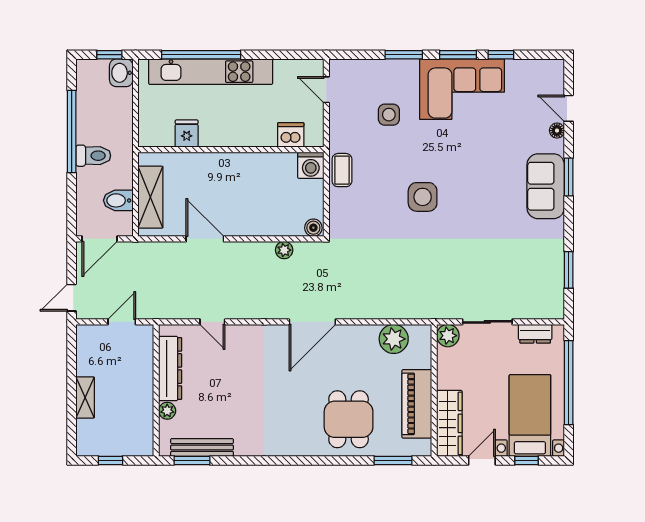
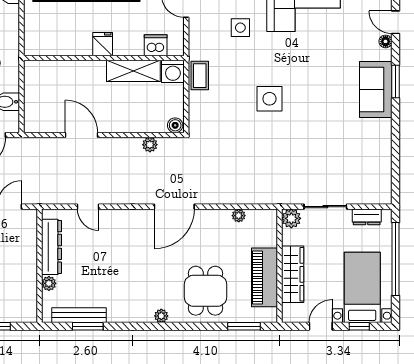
fridge: (187, 134) -> (103, 44), moved
shelving: (150, 197) -> (133, 71), moved, turned 90
window: (569, 270) -> (396, 162), removed
plant: (394, 339) -> (239, 216), width x0.53, depth x0.53
wardrobe: (449, 423) -> (293, 274), moved
plant: (297, 448) -> (161, 316), added
window: (192, 460) -> (88, 326), moved

